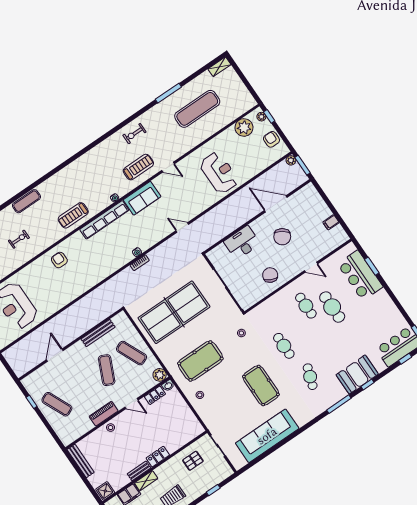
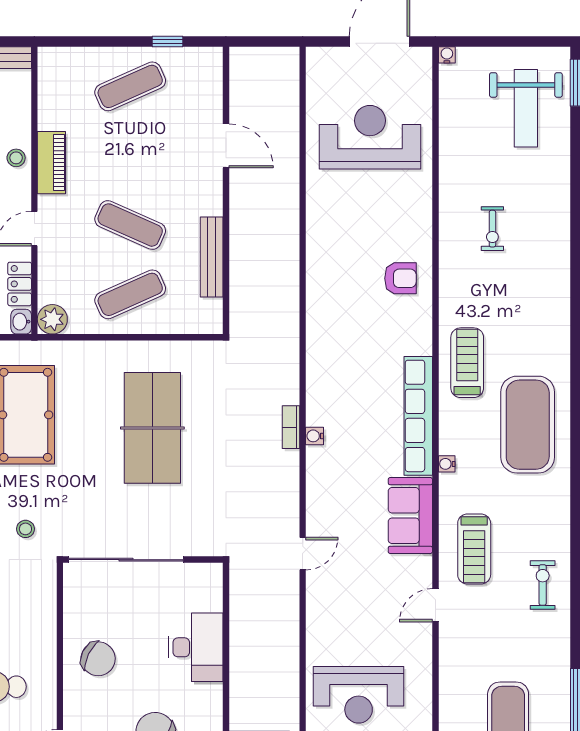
exercise mat: (26, 201) -> (528, 425), moved, width x2.00, depth x1.45
table tennis table: (174, 312) -> (152, 428), width x0.73, depth x0.76

